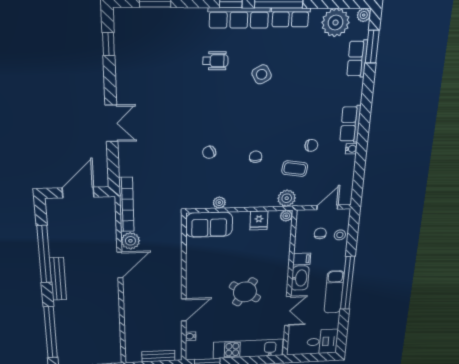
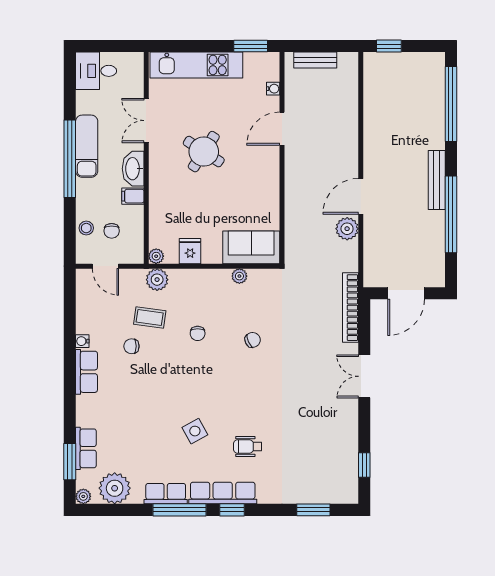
bookcase: (126, 205) -> (351, 308), moved
door: (327, 207) -> (105, 266), hinge flipped

